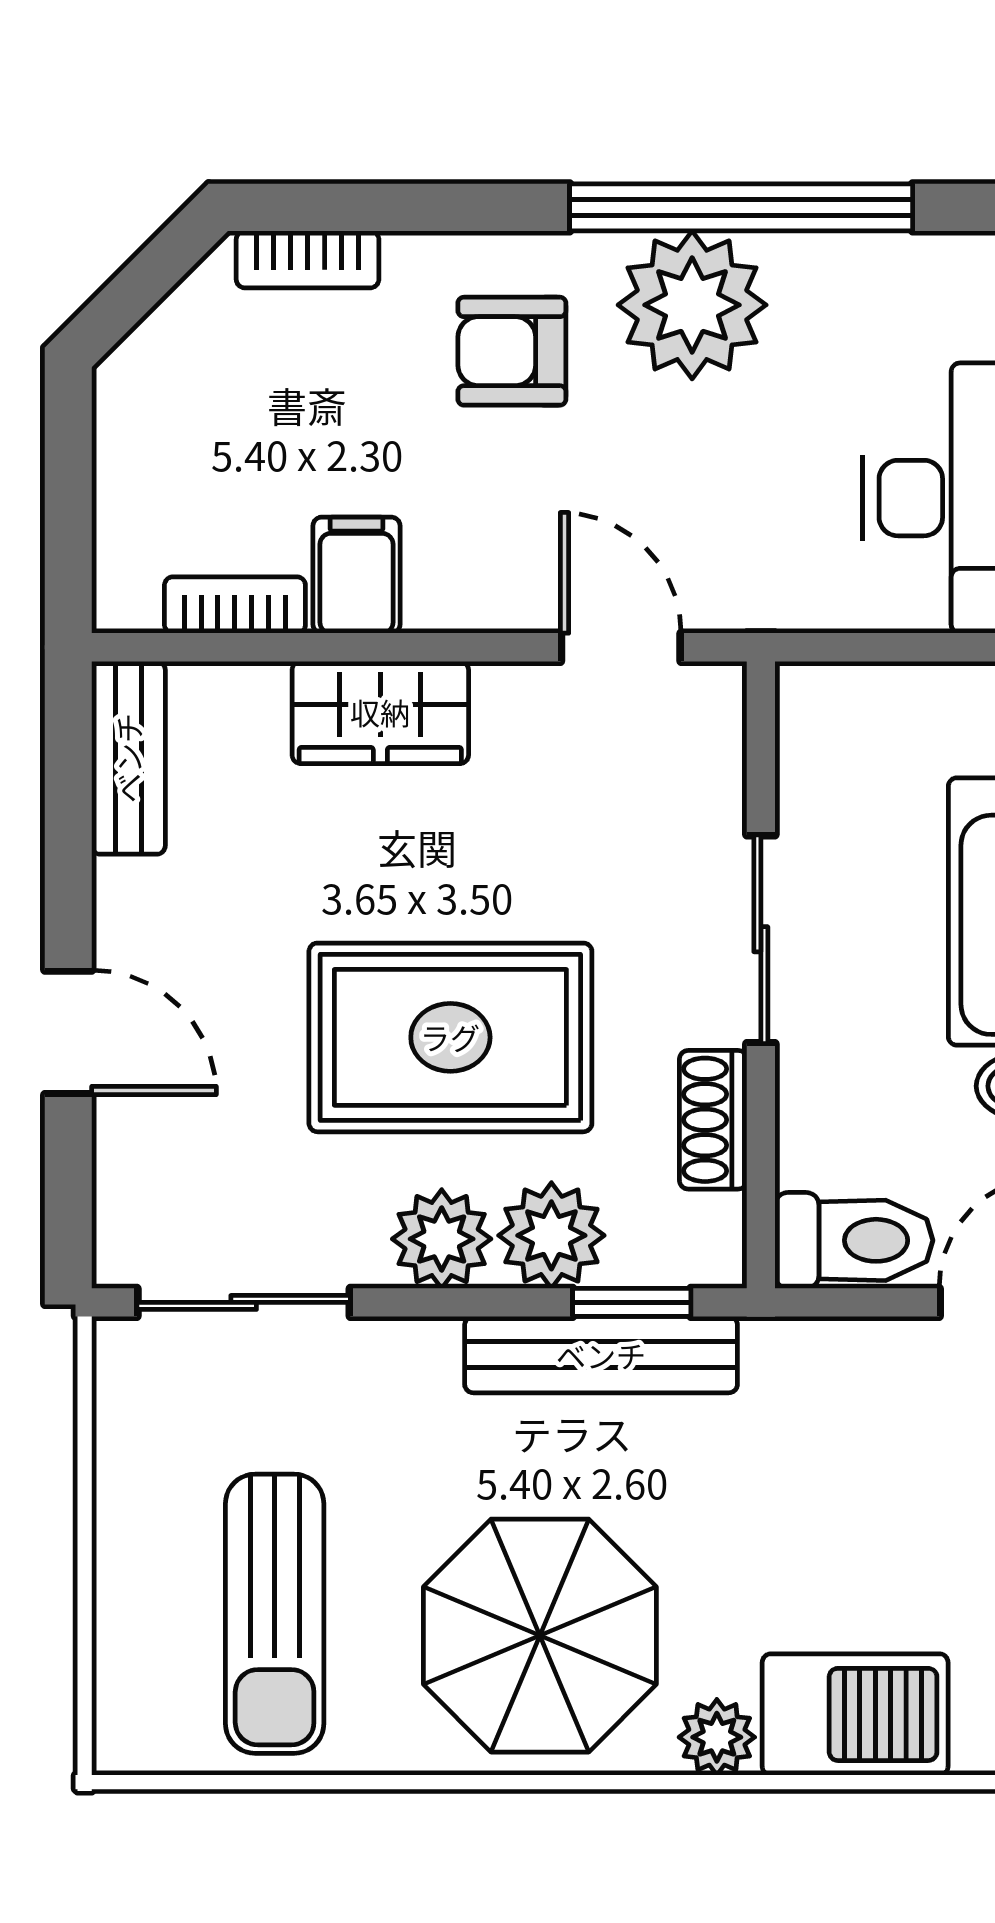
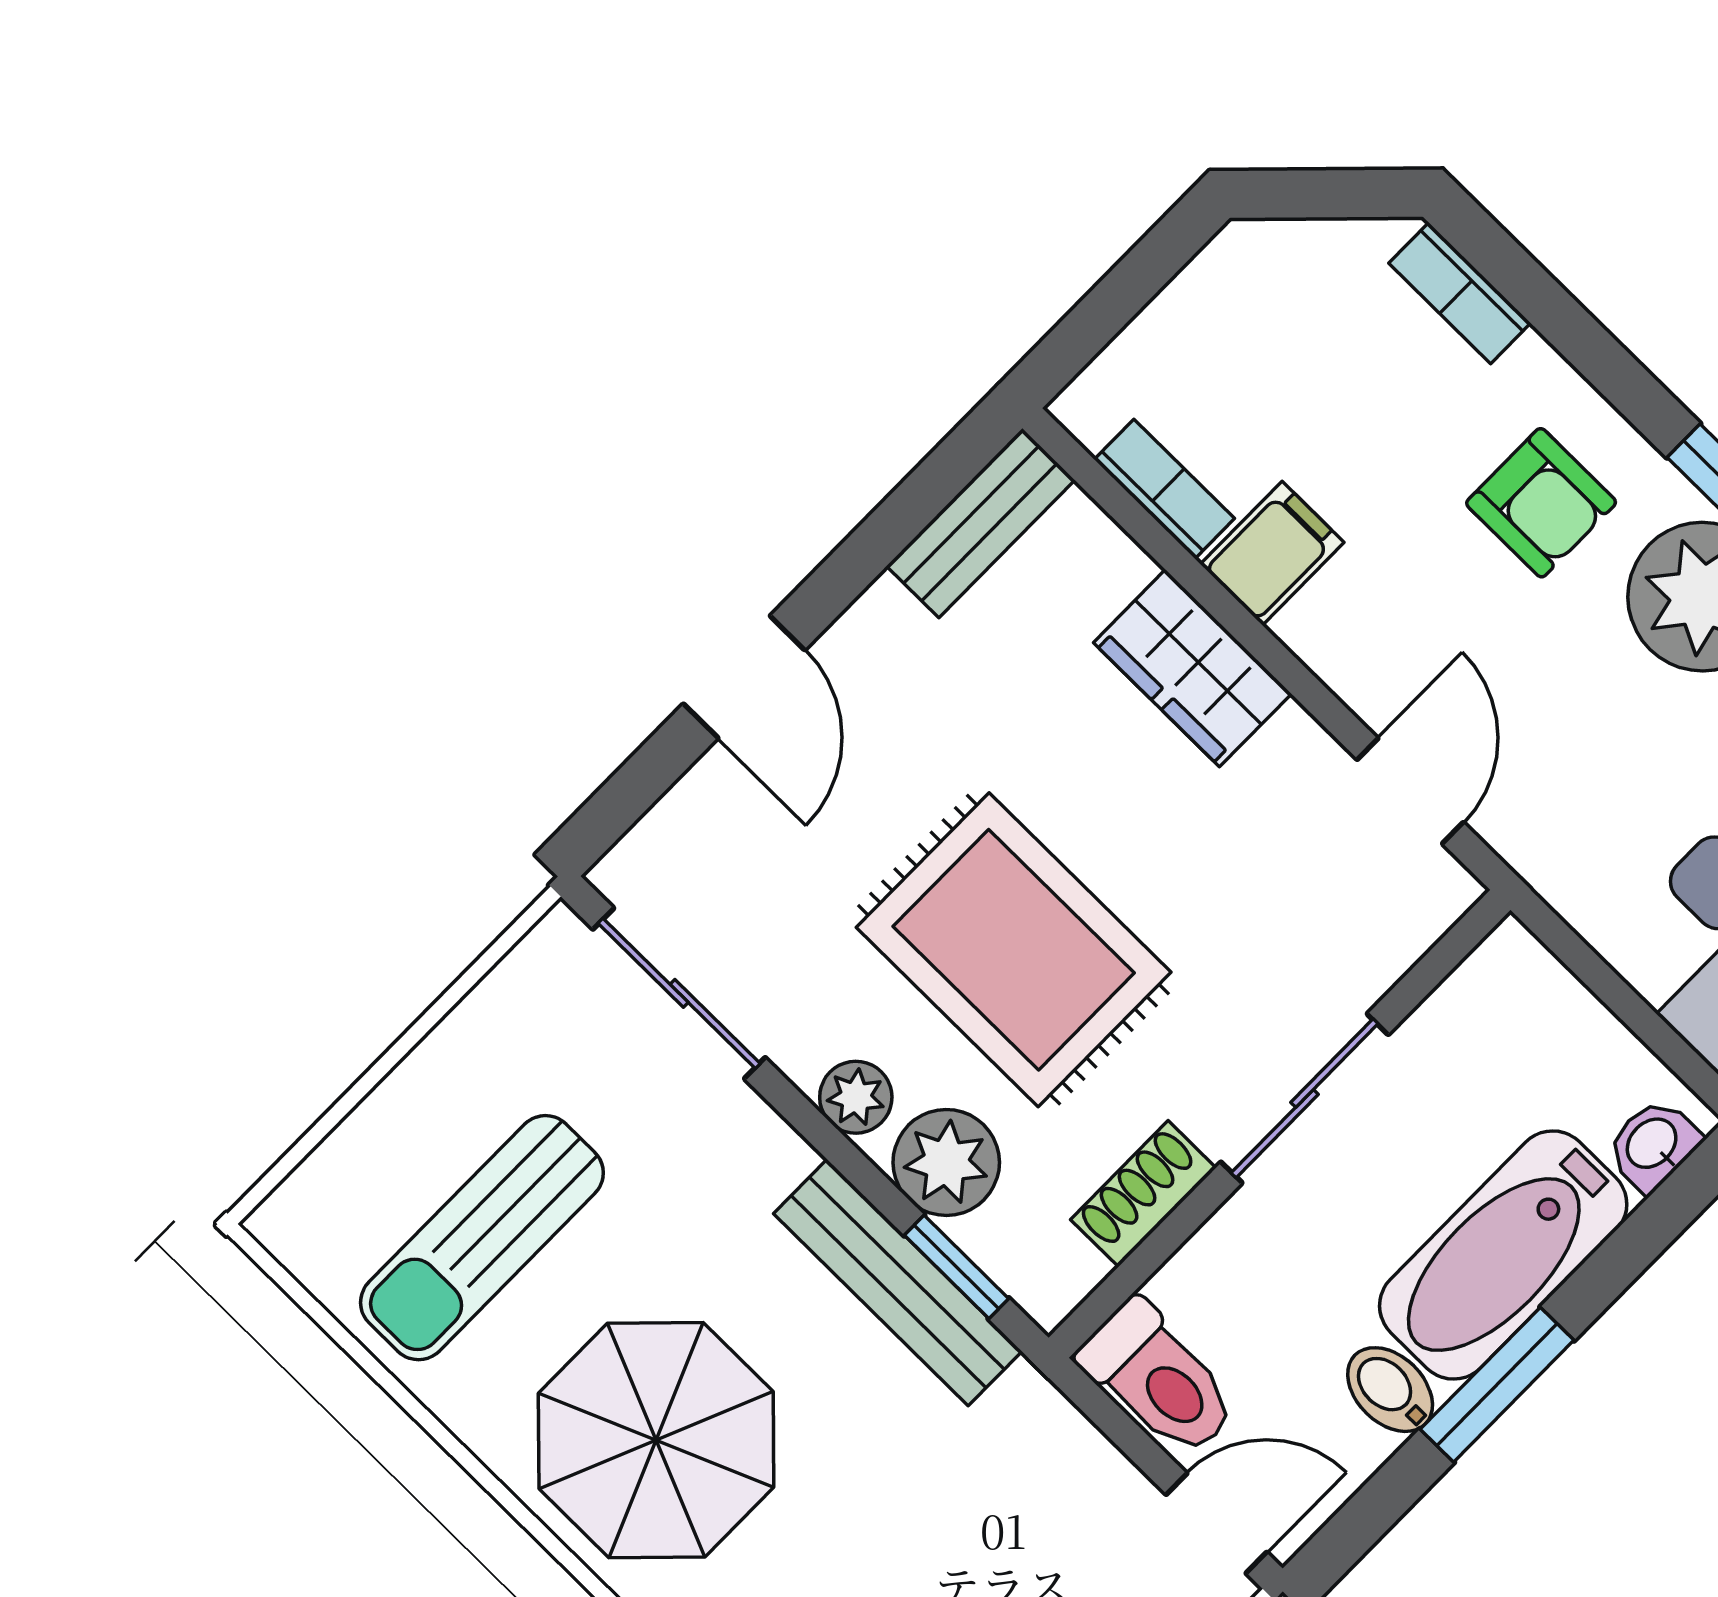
armchair: (512, 351) -> (1541, 503), turned 180
plant: (442, 1239) -> (856, 1097), width x0.73, depth x0.73

